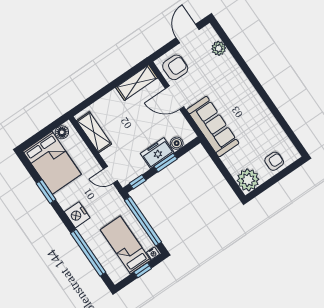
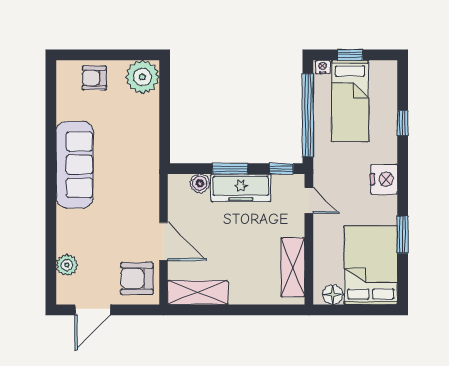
sofa: (213, 127) -> (75, 165), moved, turned 180
freezer: (157, 153) -> (241, 188), width x1.40
window: (88, 253) -> (403, 123), width x0.32

